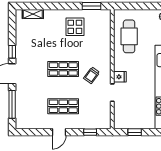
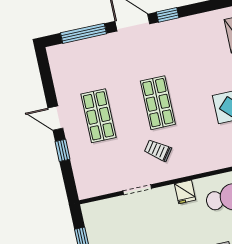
fridge: (120, 77) -> (185, 192), moved
window: (90, 132) -> (63, 150), moved

